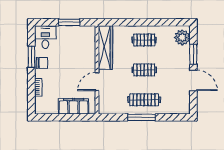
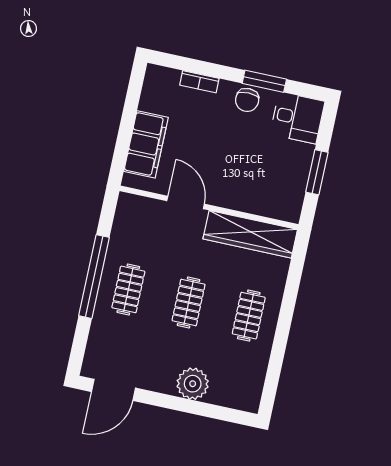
plant: (182, 37) -> (193, 384), moved
window: (193, 54) -> (198, 408), removed
door: (193, 80) -> (114, 390), moved
clothes rail: (144, 100) -> (128, 289), width x0.73
window: (142, 117) -> (94, 277), width x1.46

